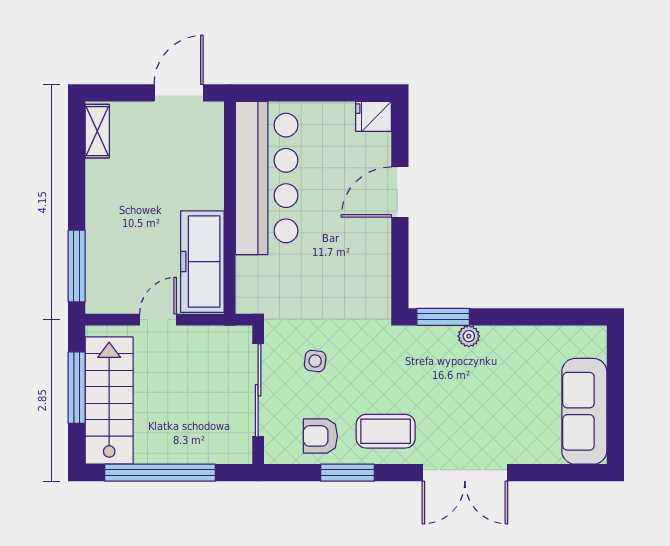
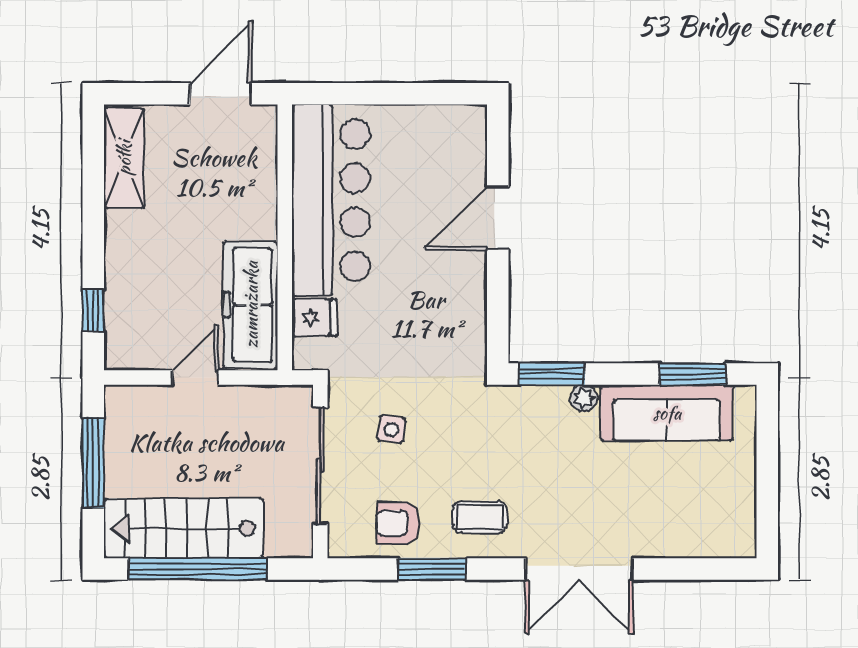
fridge: (373, 116) -> (314, 318), moved, turned 180
shelving: (97, 131) -> (124, 158), width x1.50, depth x1.33
window: (77, 266) -> (93, 310), width x0.46
window: (555, 317) -> (692, 374), added
stairs: (109, 401) -> (184, 528), moved, turned -90
sofa: (584, 411) -> (667, 413), moved, turned -90
coffee table: (386, 431) -> (480, 517), width x0.73, depth x0.77

